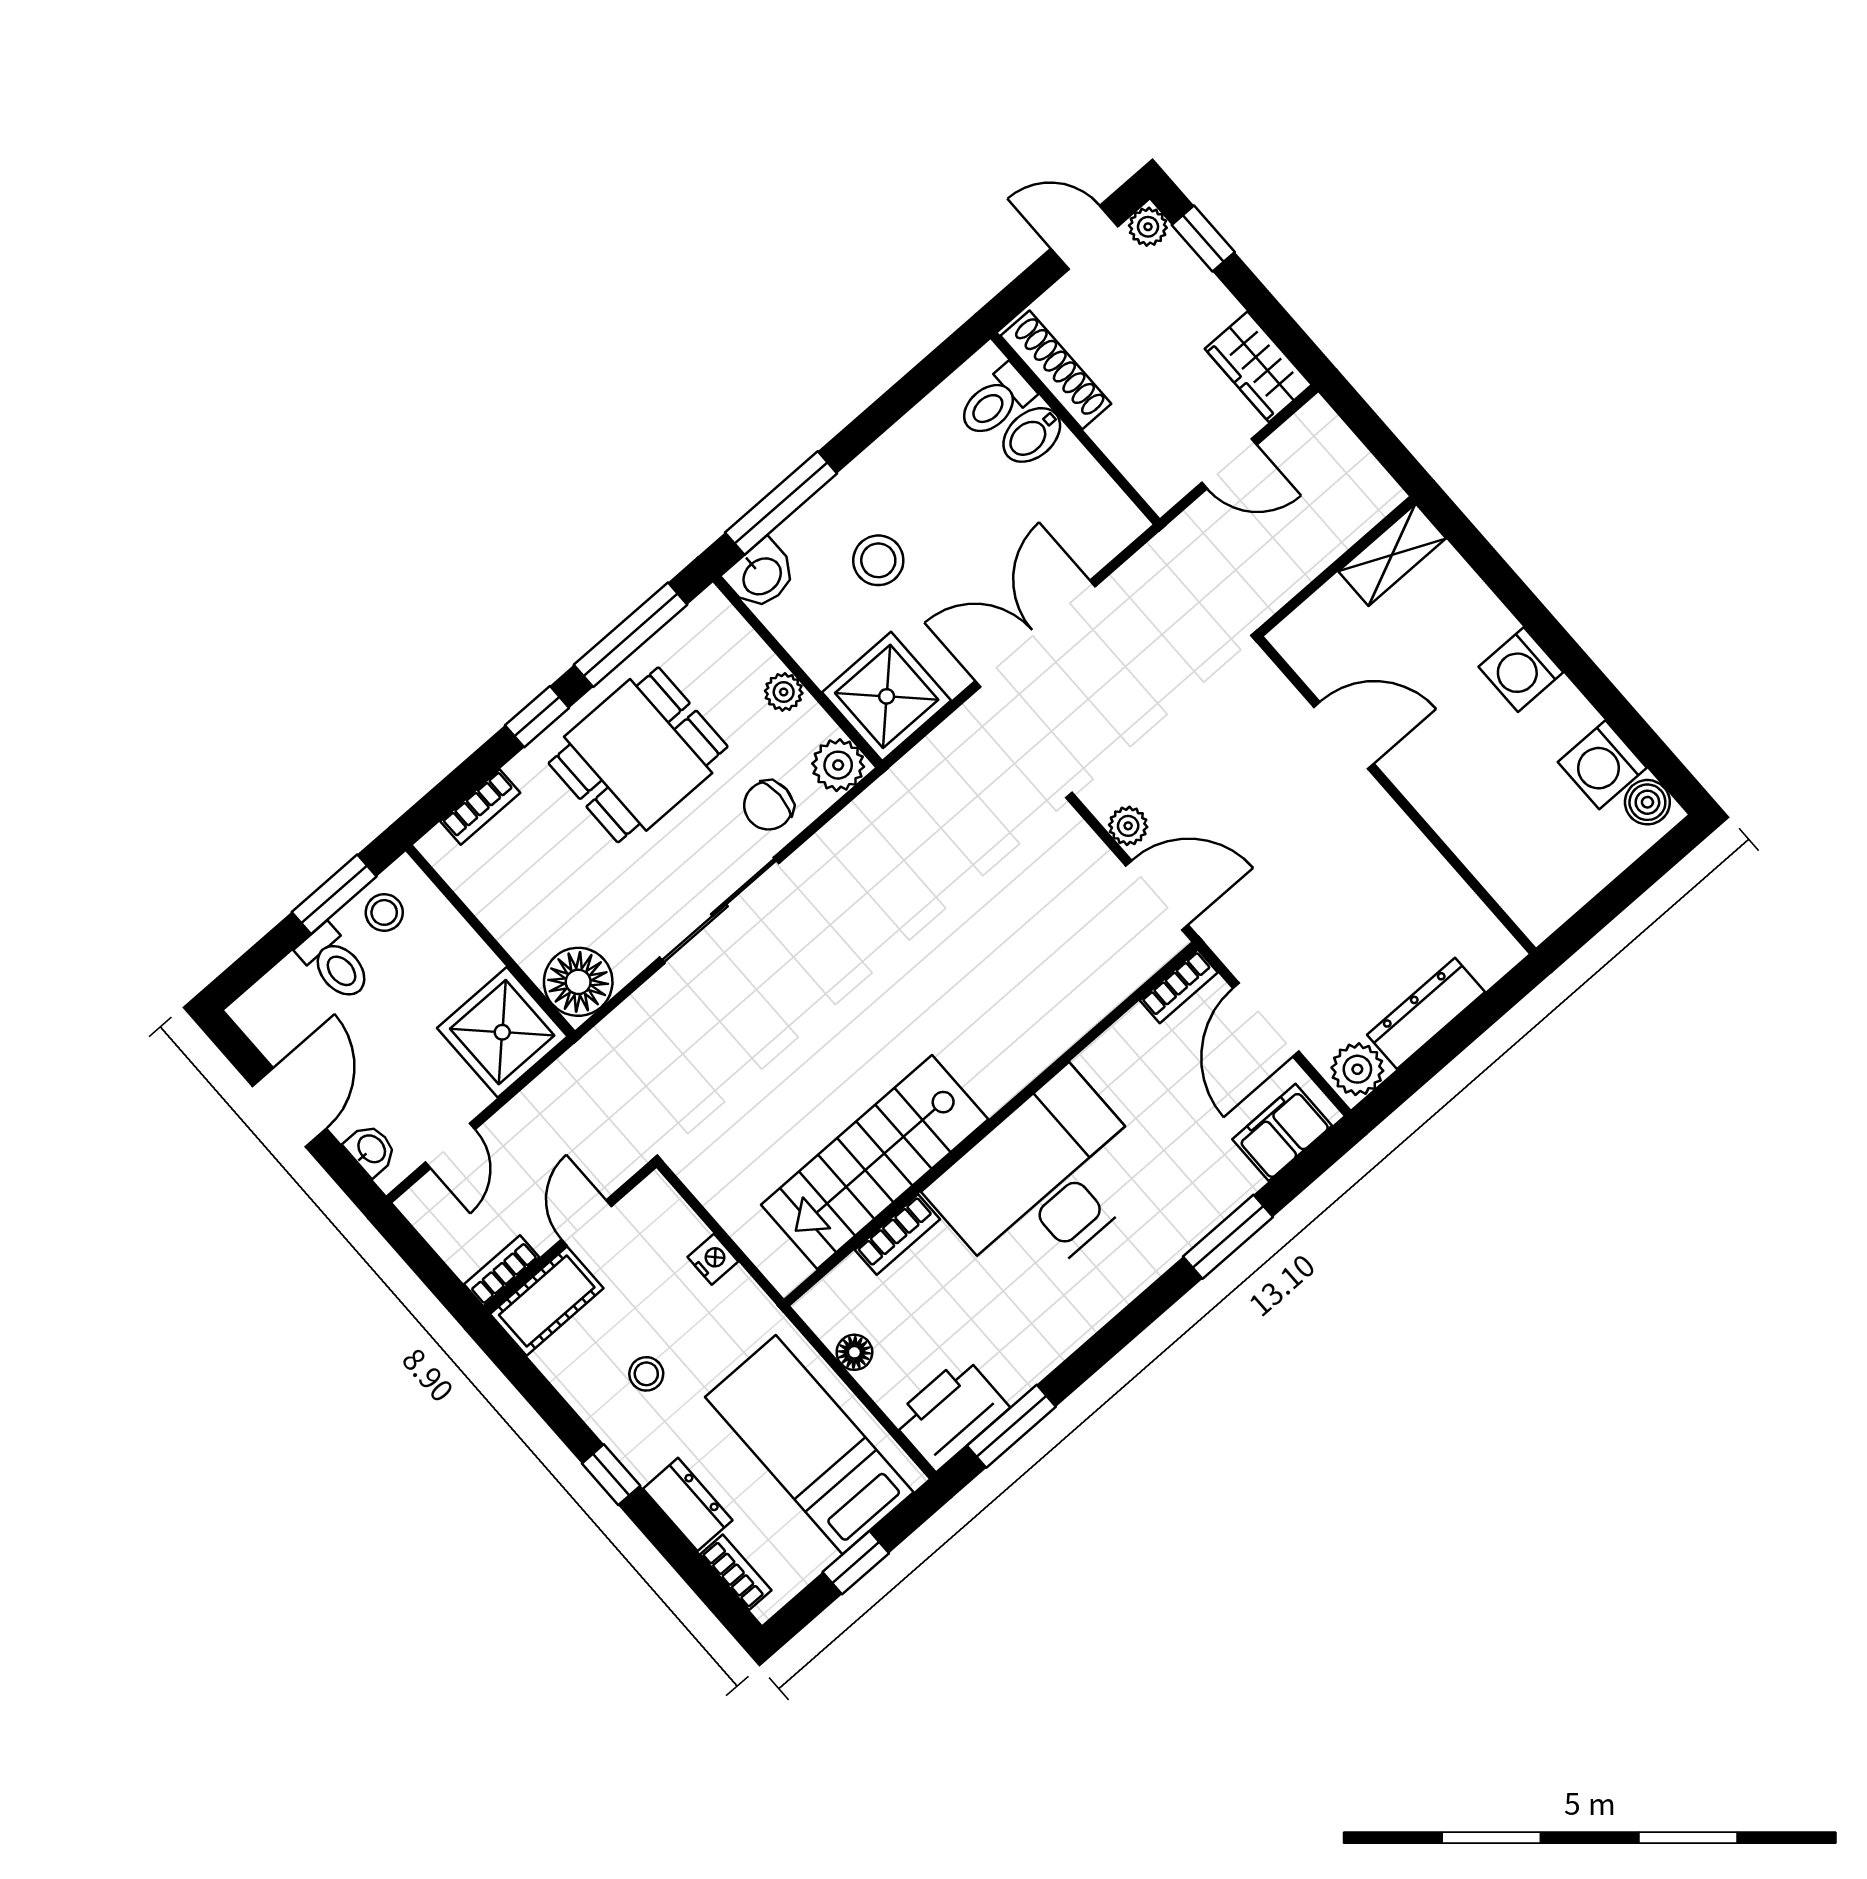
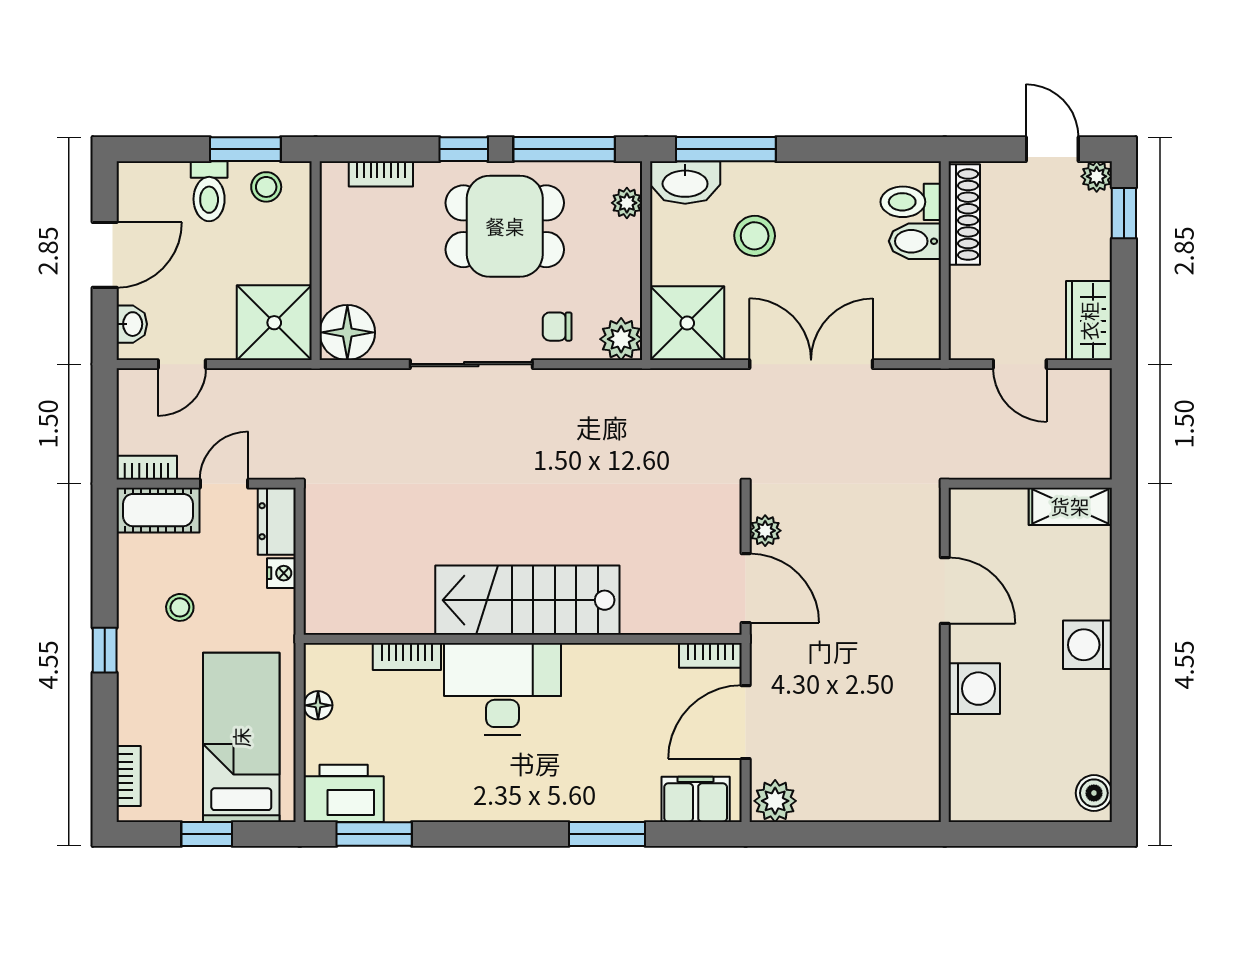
washbasin: (761, 575) -> (685, 182), width x1.38
plant: (784, 692) -> (627, 203), moved
washing machine: (1602, 765) -> (974, 689), moved, turned 180
chair: (768, 805) -> (557, 327), width x0.73, depth x0.73
dresser: (1426, 1013) -> (847, 804), removed
stairs: (875, 1162) -> (527, 600), moved
desk: (1043, 1182) -> (502, 689), width x0.73, depth x0.77
dresser: (688, 1504) -> (277, 521), moved, turned 180

